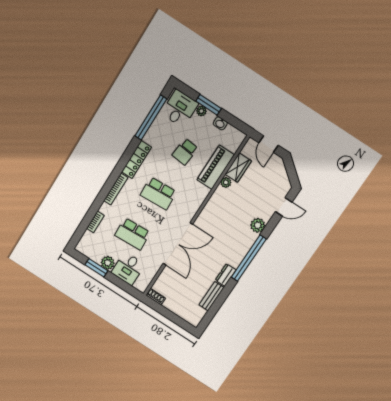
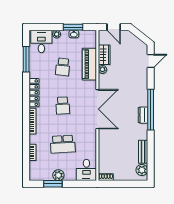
window: (209, 105) -> (73, 27), moved
window: (151, 117) -> (26, 59), width x0.68
school desk: (158, 193) -> (63, 105), width x0.54
plant: (258, 225) -> (142, 170), moved
double door: (178, 244) -> (97, 109), moved
desk: (128, 269) -> (86, 170), moved
dresser: (226, 275) -> (143, 115), moved

